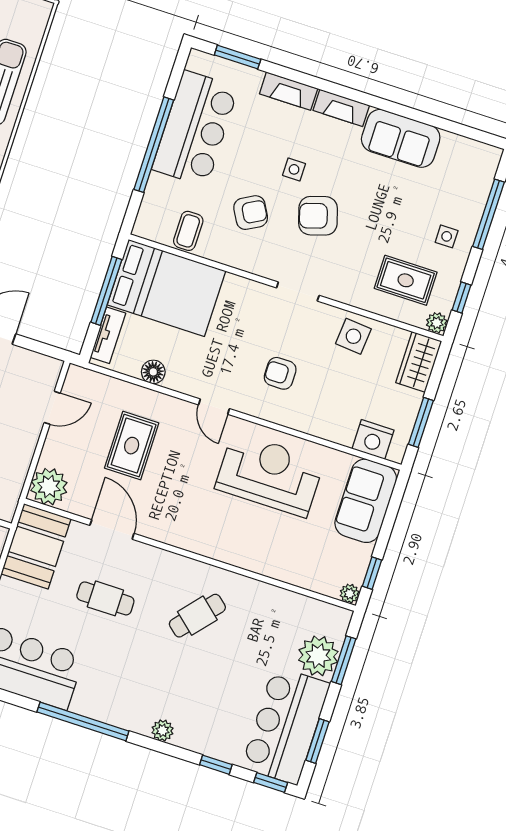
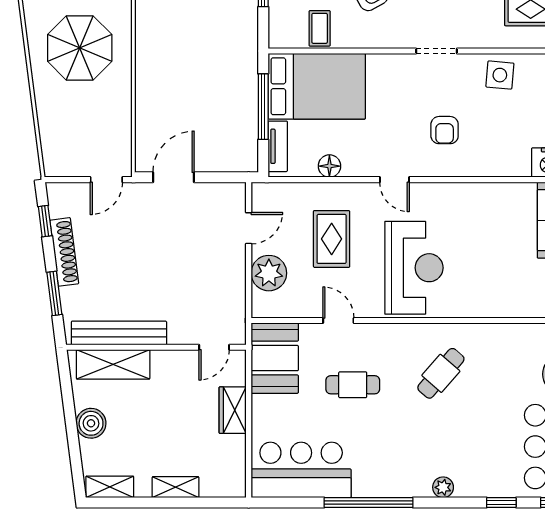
armchair: (280, 373) -> (445, 130), turned -90
reception desk: (270, 474) -> (414, 268), moved, turned 90
plant: (49, 487) -> (269, 273), moved
door: (112, 529) -> (338, 320), width x0.73

